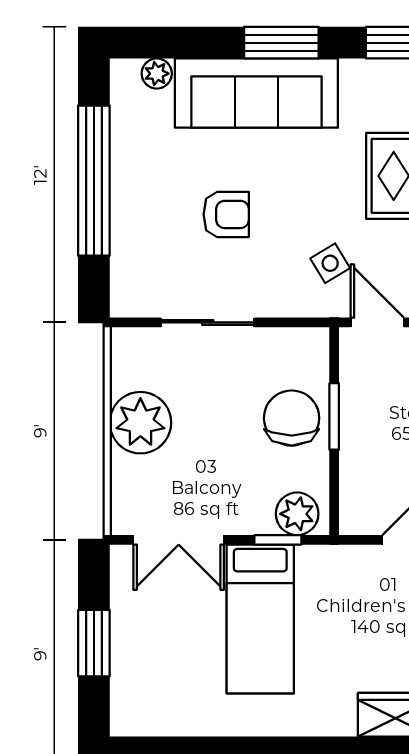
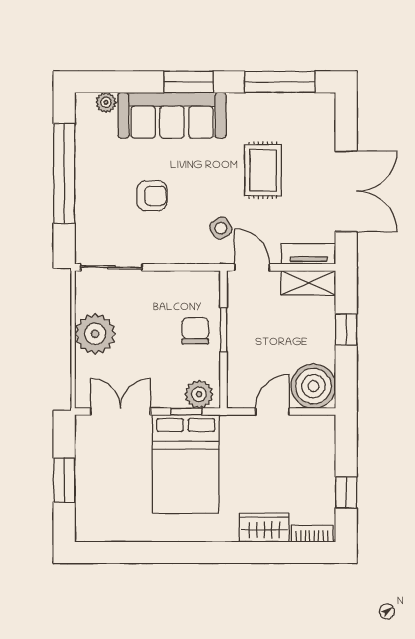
sliding door: (208, 322) -> (111, 267), moved
chair: (292, 418) -> (195, 331), width x0.73, depth x0.73
double door: (179, 540) -> (120, 412), swing flipped
bed: (260, 619) -> (186, 464), width x1.50

